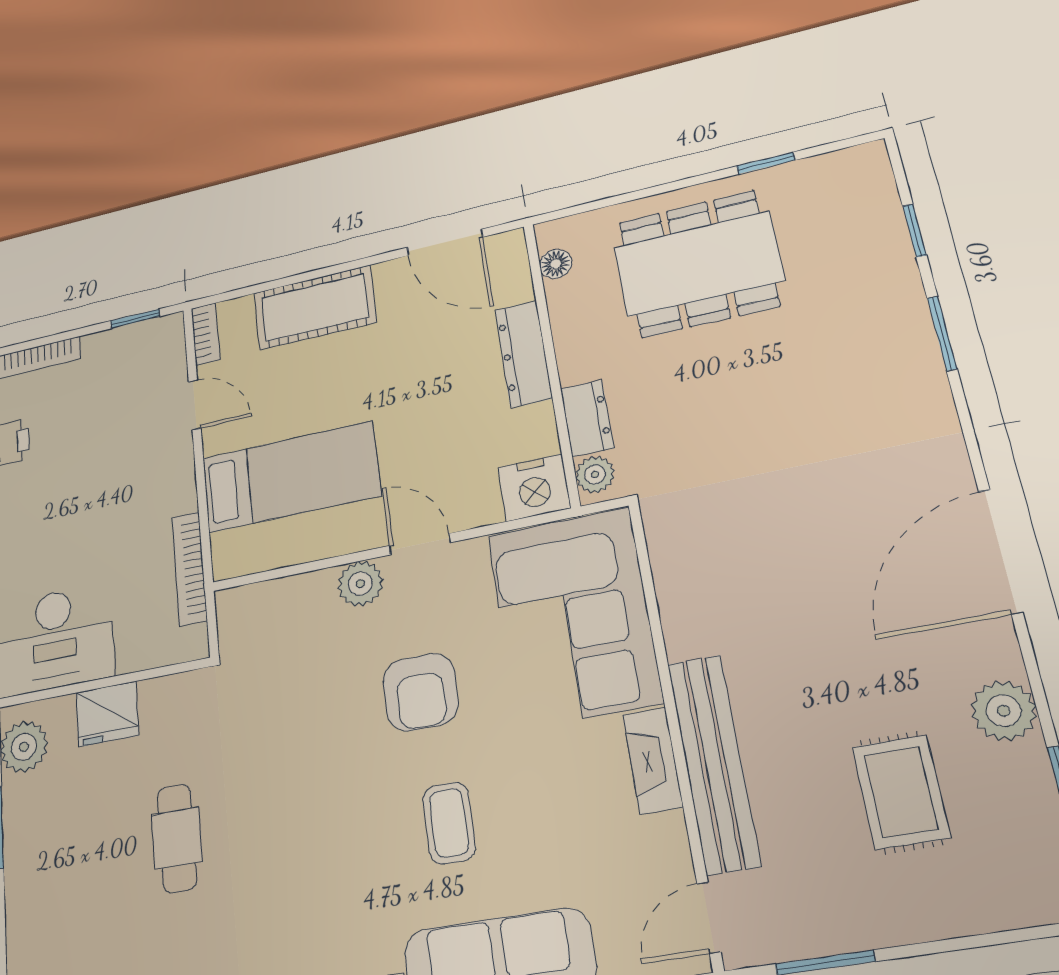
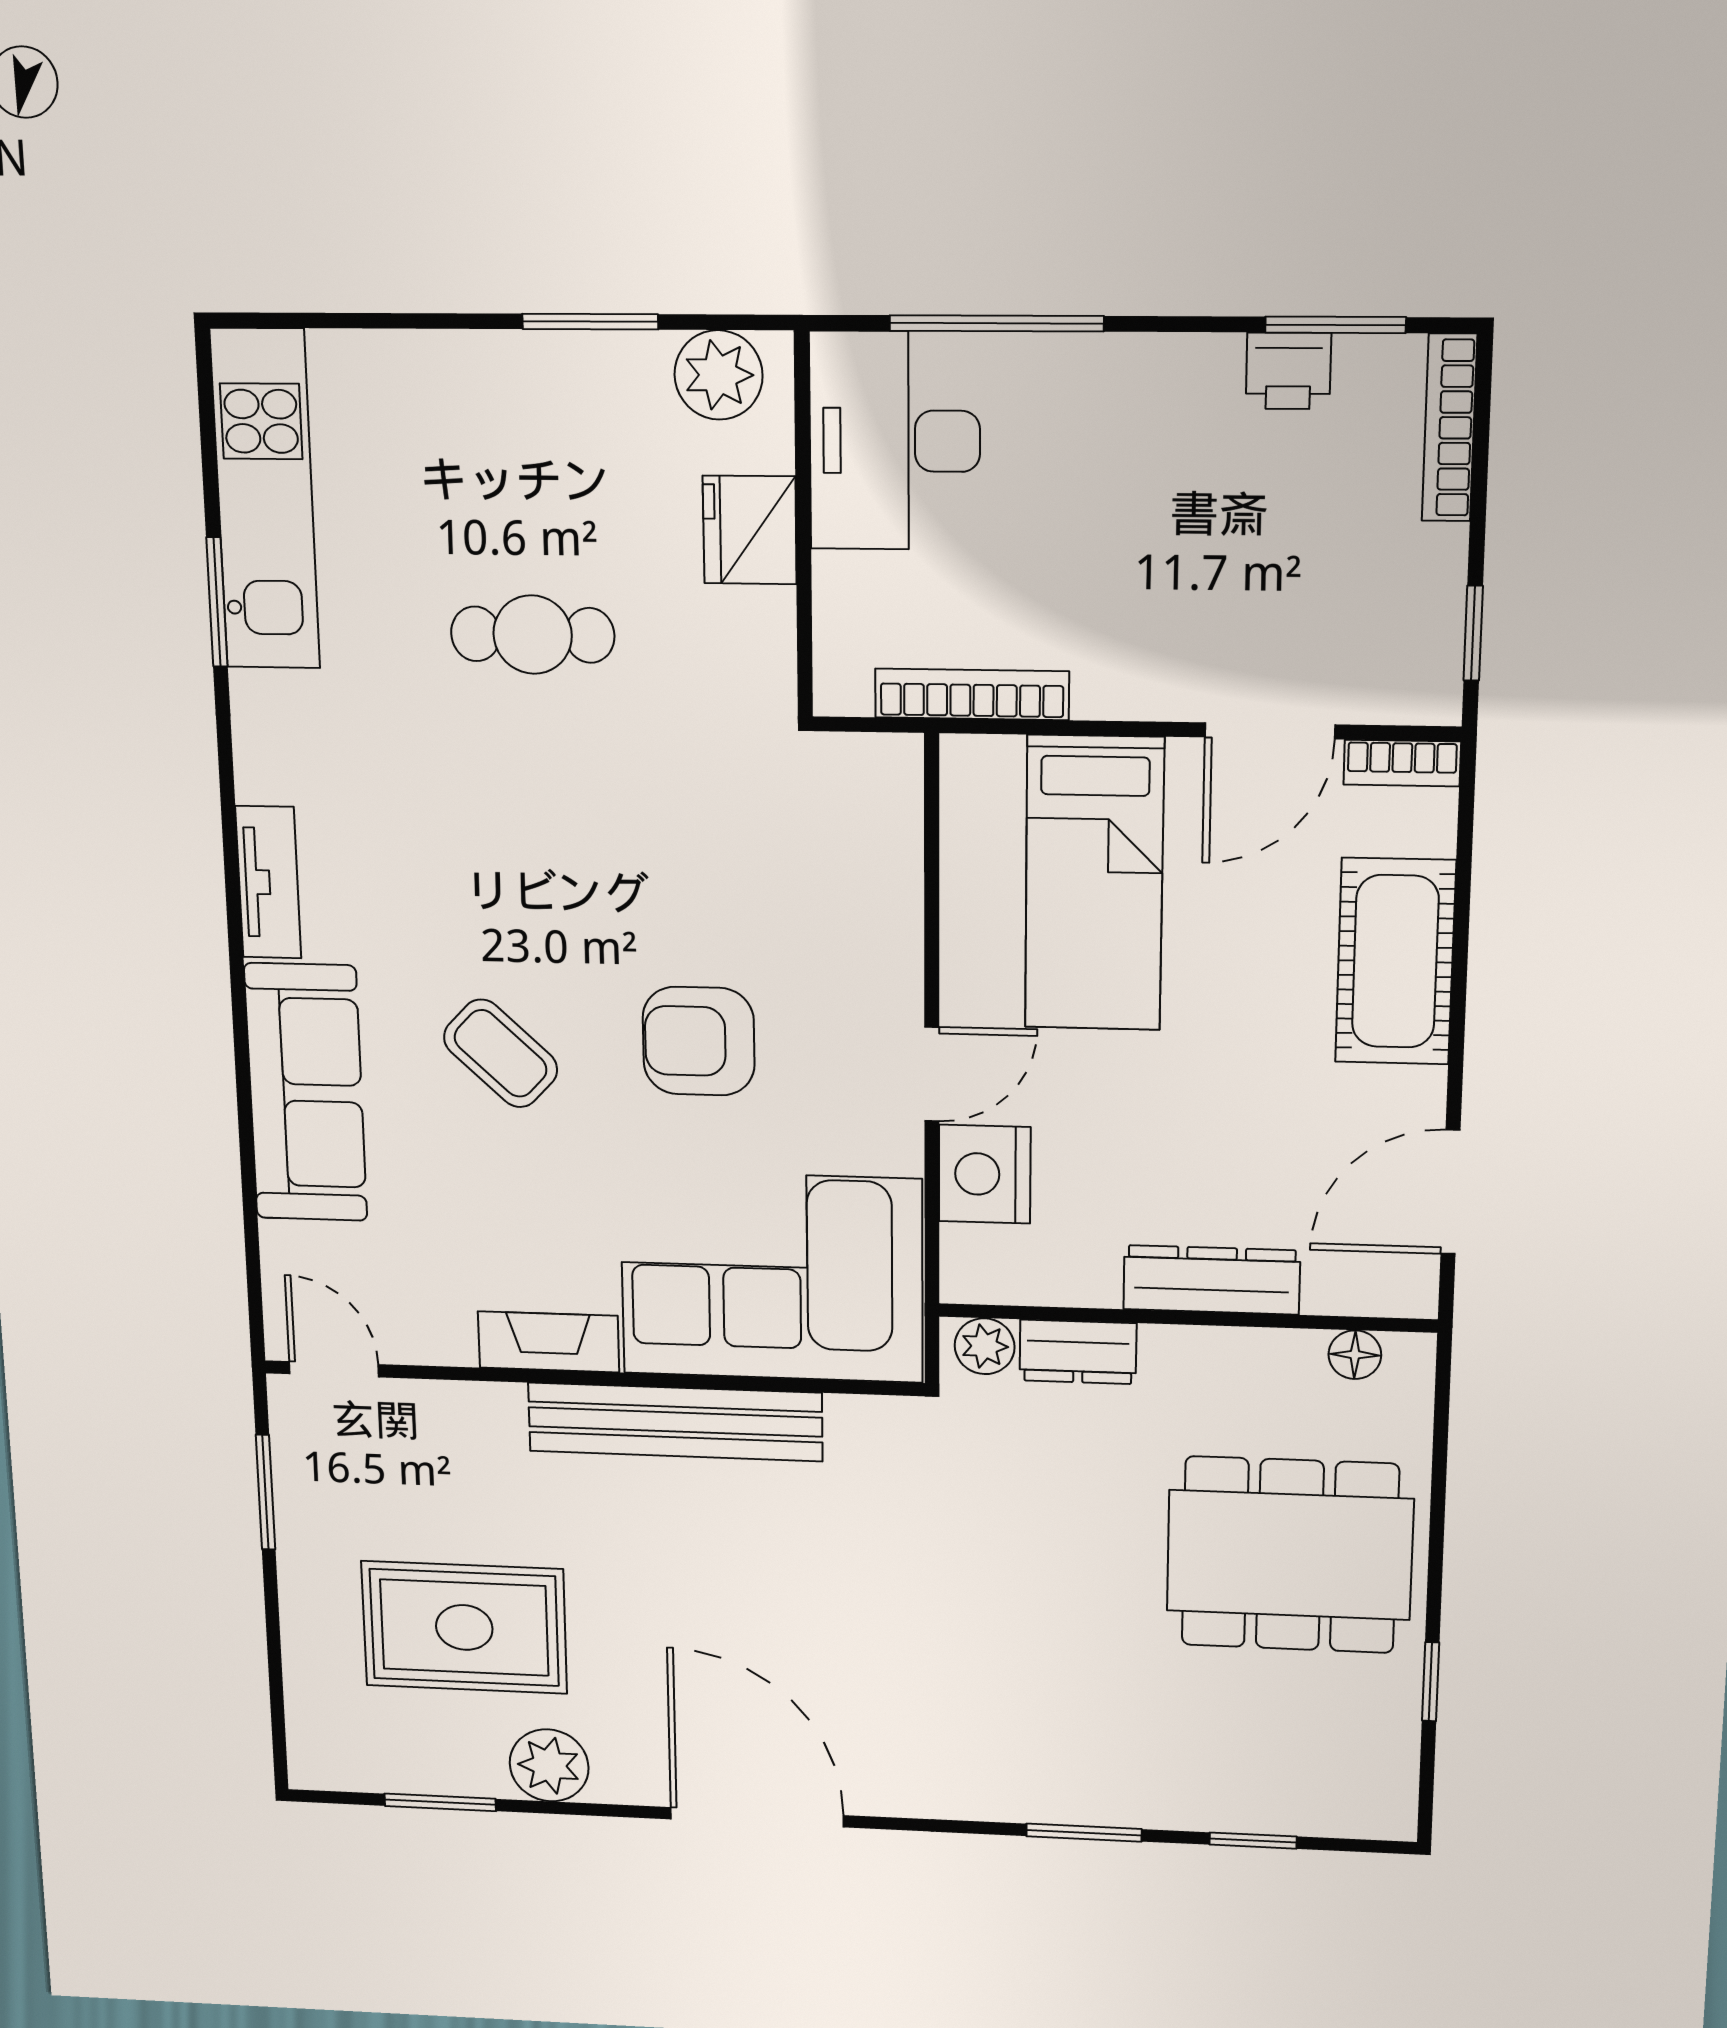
dining table: (698, 264) -> (1290, 1555), turned 90
door: (195, 405) -> (1270, 731), width x1.38
nightstand: (534, 488) -> (985, 1174), moved
plant: (360, 584) -> (887, 974), removed
bench: (713, 763) -> (675, 1422), moved
rug: (901, 792) -> (464, 1627), width x1.36, depth x1.43
coffee table: (449, 823) -> (501, 1053), turned 43

